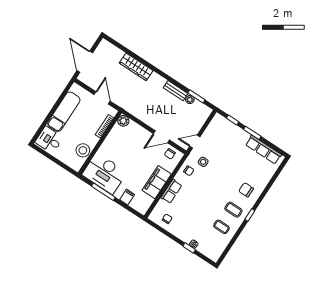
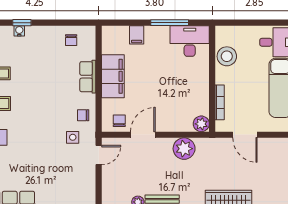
plant: (143, 113) -> (184, 149), added
desk: (105, 173) -> (190, 41), width x0.73, depth x0.77

